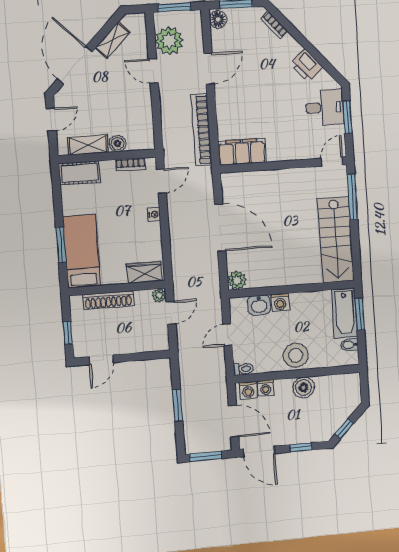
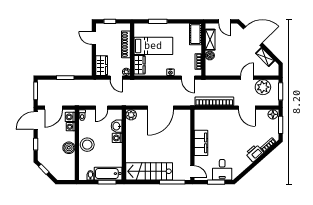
printer: (307, 66) -> (254, 153), moved
filing cabinet: (242, 152) -> (201, 143), moved
bed: (82, 251) -> (153, 46), moved
door: (228, 335) -> (102, 108), swing flipped
wardrobe: (151, 341) -> (102, 66), added

